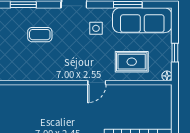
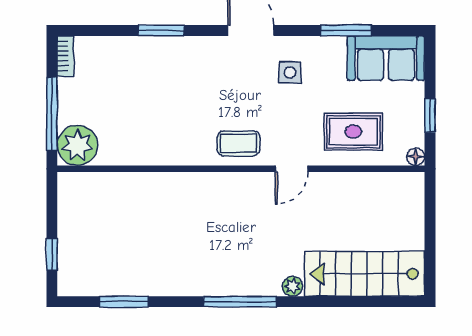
sofa: (142, 20) -> (386, 58), width x0.73
coffee table: (40, 35) -> (238, 143), moved

